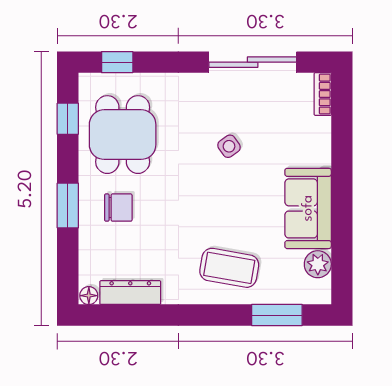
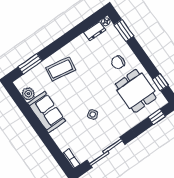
window: (68, 206) -> (124, 30), moved
dresser: (130, 293) -> (95, 31), width x0.70

